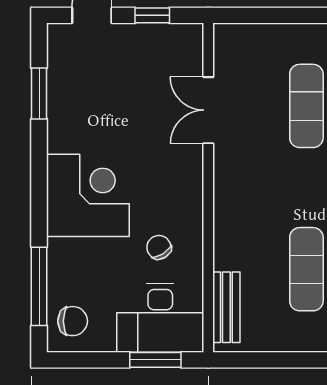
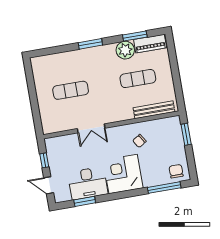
double door: (208, 110) -> (91, 128), moved
bench: (226, 307) -> (154, 110), width x1.36
desk: (160, 318) -> (88, 183), moved, turned 90

